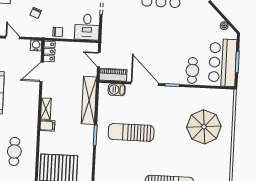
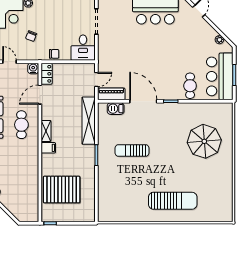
door: (99, 60) -> (96, 80), swing flipped
sun lounger: (131, 132) -> (132, 150), width x0.73, depth x0.75
cafe table: (14, 151) -> (21, 125), moved

